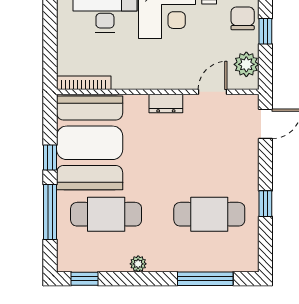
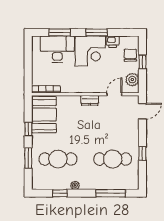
booth: (90, 143) -> (44, 115), width x0.73, depth x0.70
window: (50, 212) -> (28, 158), width x0.69
window: (84, 279) -> (60, 193), moved

